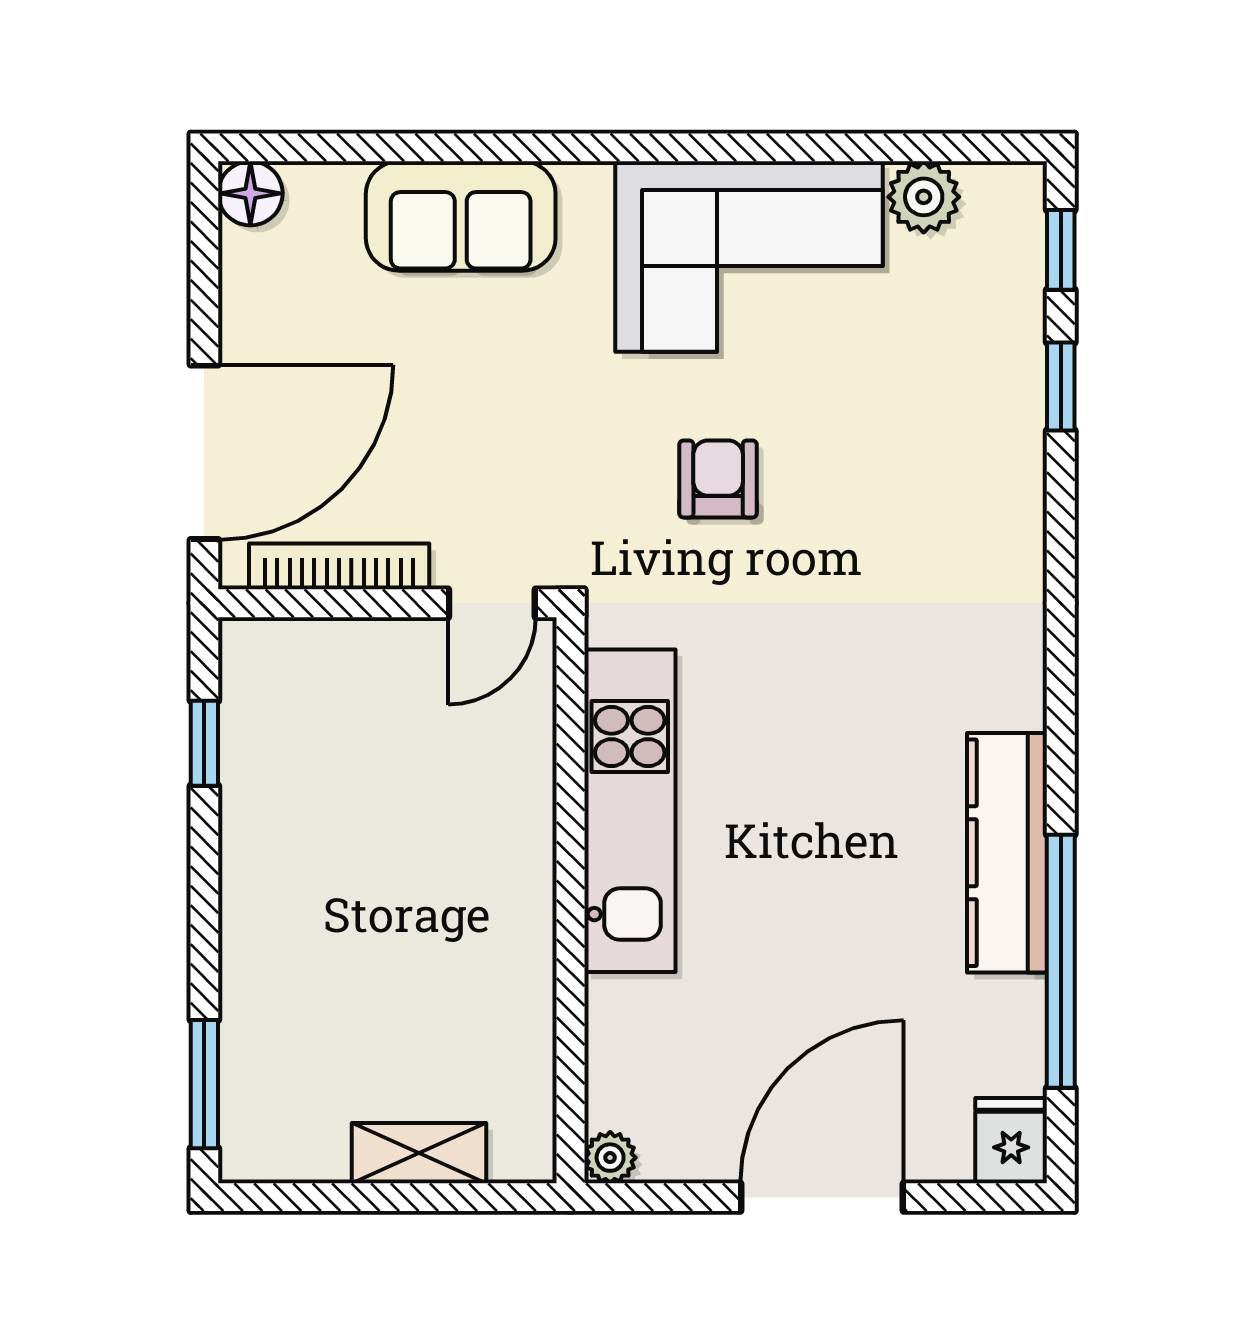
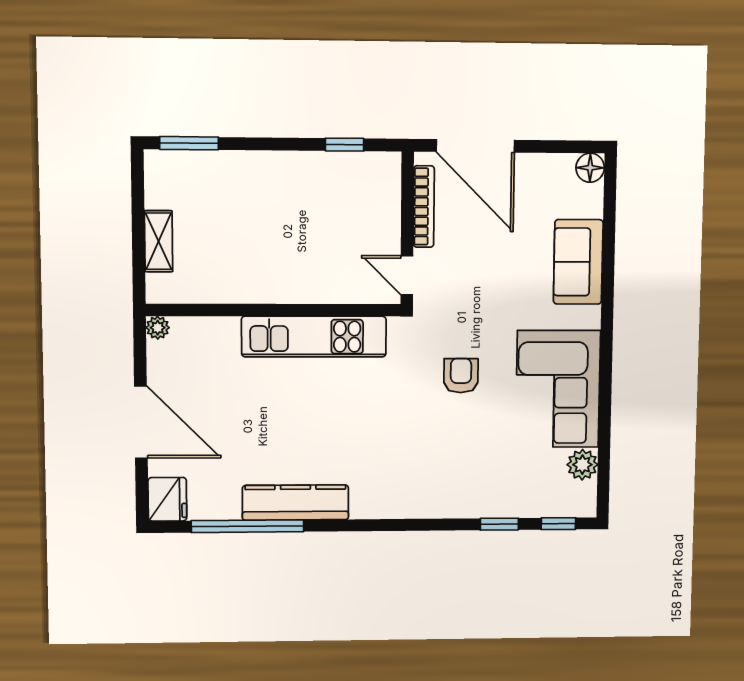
armchair: (718, 479) -> (461, 376), turned -90
fridge: (1011, 1141) -> (167, 499), width x1.38

